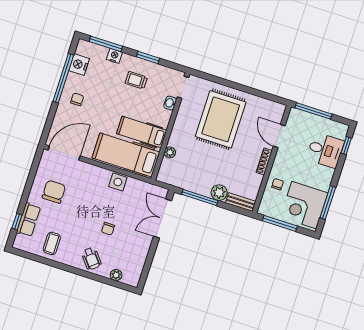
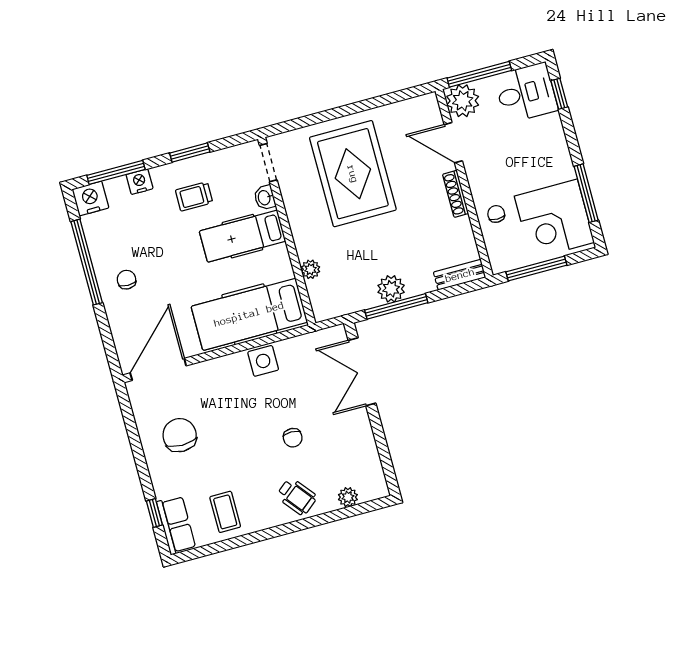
nightstand: (79, 65) -> (90, 199), moved, turned 90
plant: (297, 119) -> (463, 101), added
hospital bed: (142, 132) -> (242, 236), moved
desk: (325, 150) -> (526, 93), moved
plant: (219, 193) -> (391, 289), moved
row of seats: (28, 220) -> (176, 525), moved

